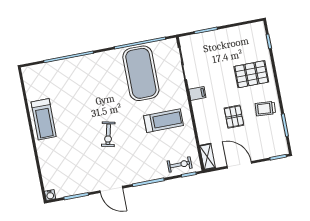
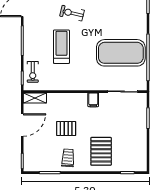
treadmill: (163, 121) -> (61, 47), moved, turned 180

